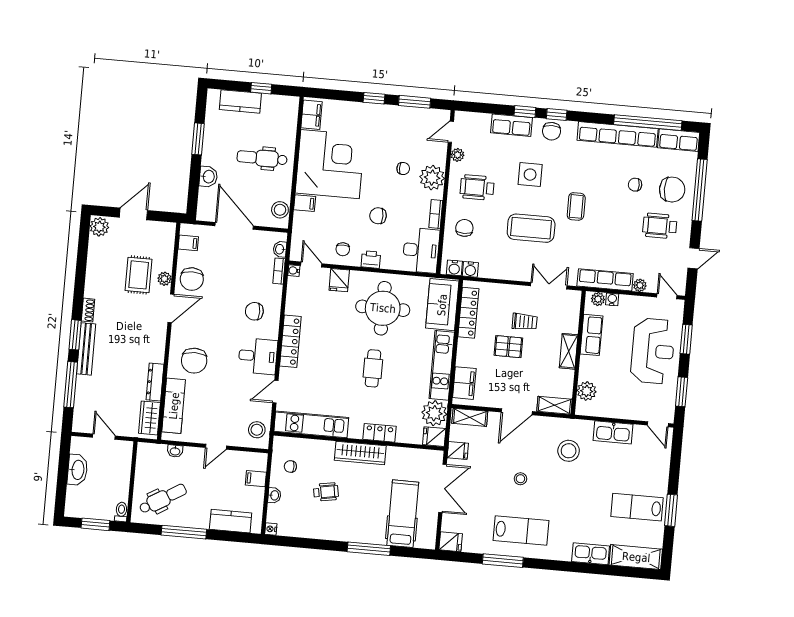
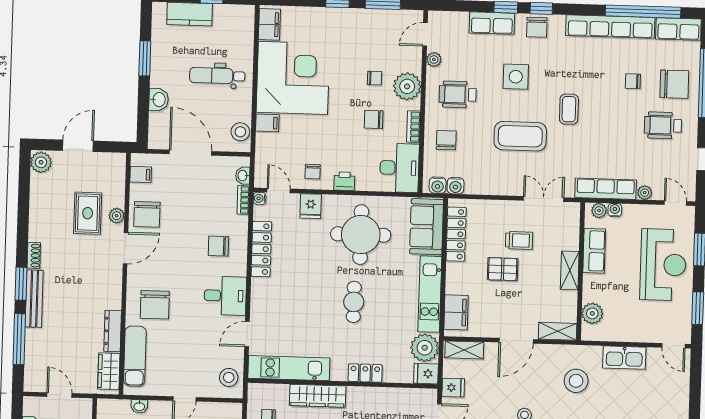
chair: (378, 216) -> (374, 119), moved
locker: (290, 341) -> (261, 249), moved
wardrobe: (360, 453) -> (318, 396), moved

